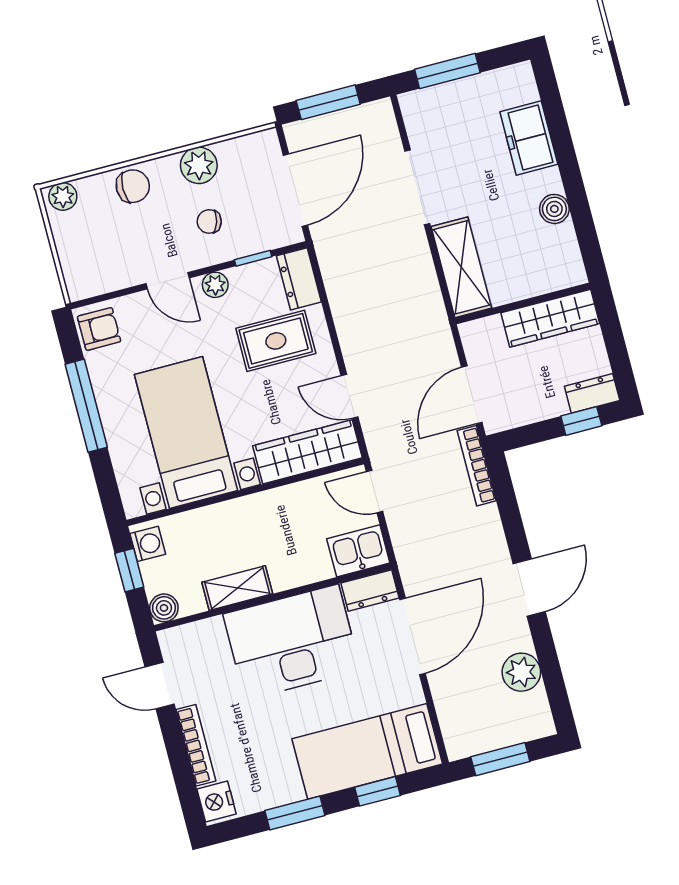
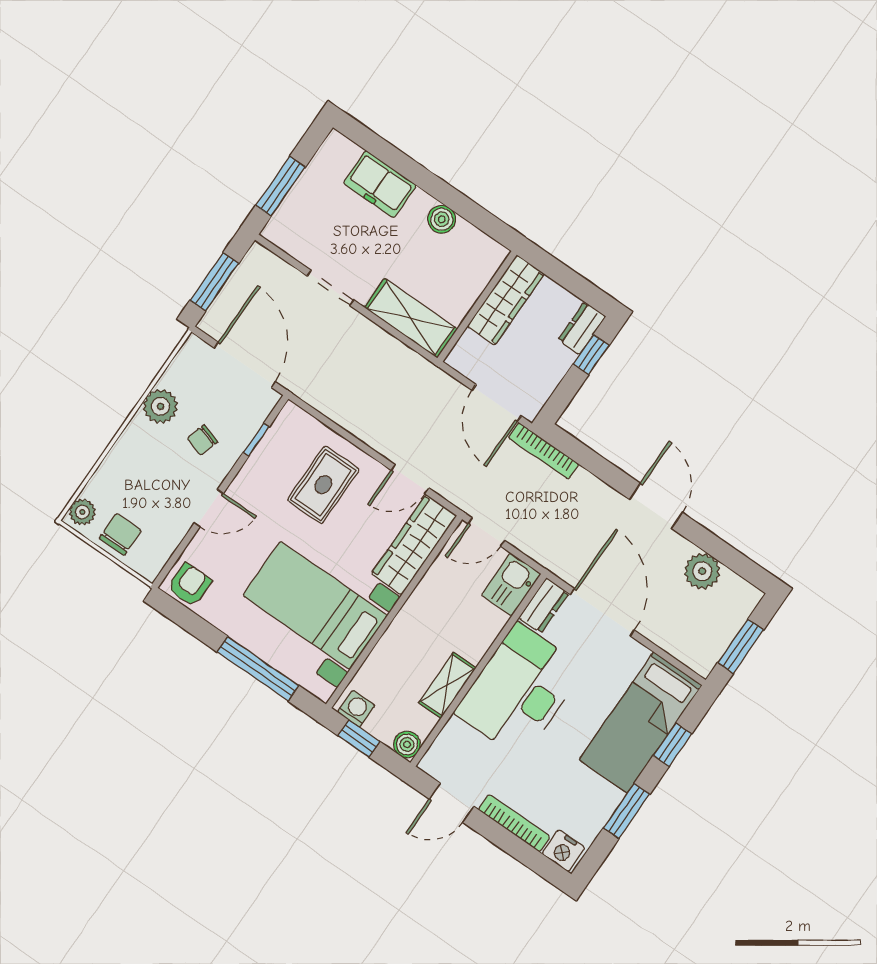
chair: (133, 186) -> (120, 534), moved
doorway: (417, 187) -> (330, 288), width x0.73
dresser: (299, 279) -> (302, 426), removed
plant: (215, 285) -> (245, 482), removed
window: (86, 406) -> (258, 669), moved

